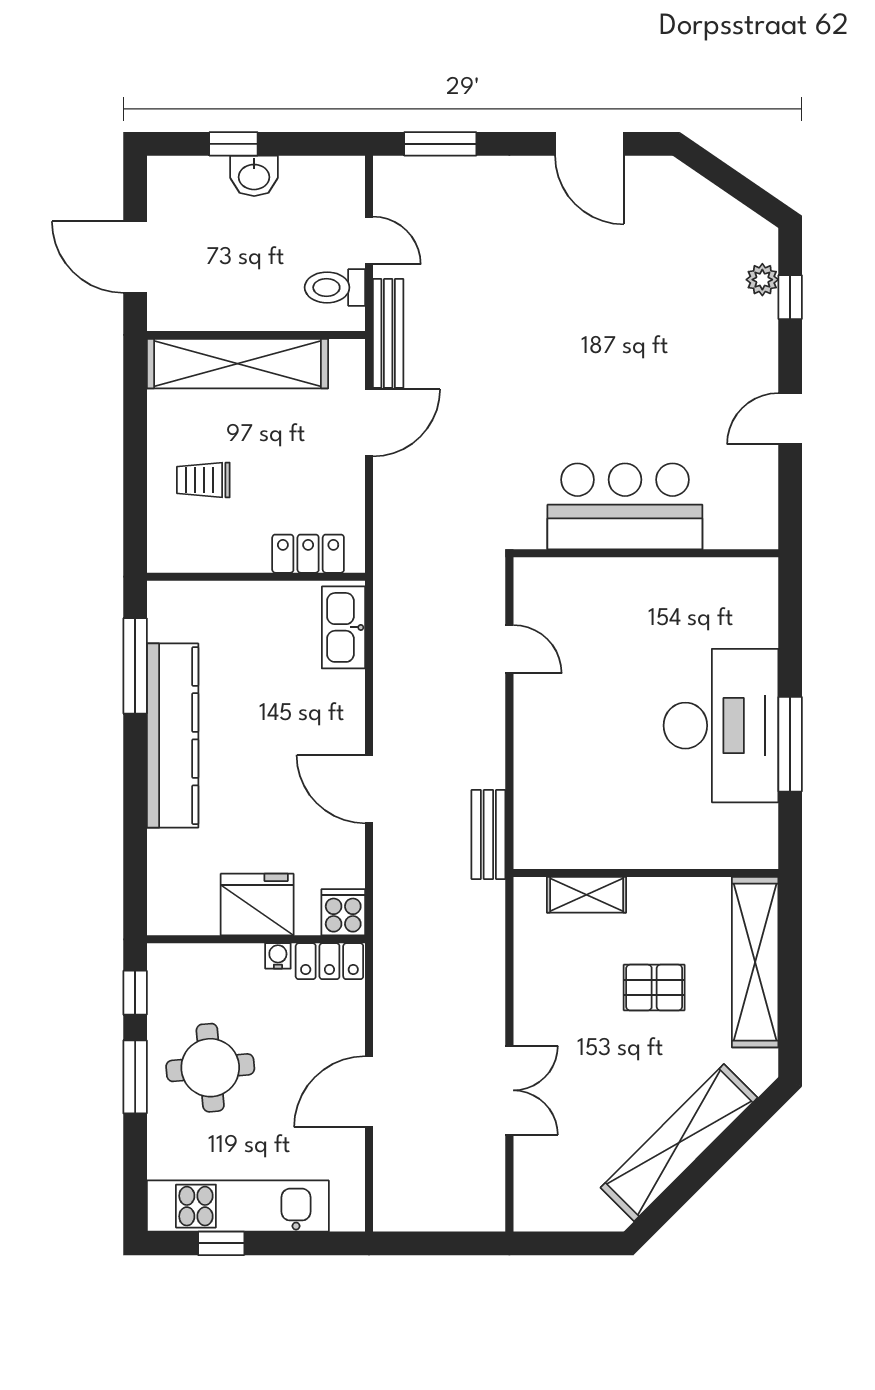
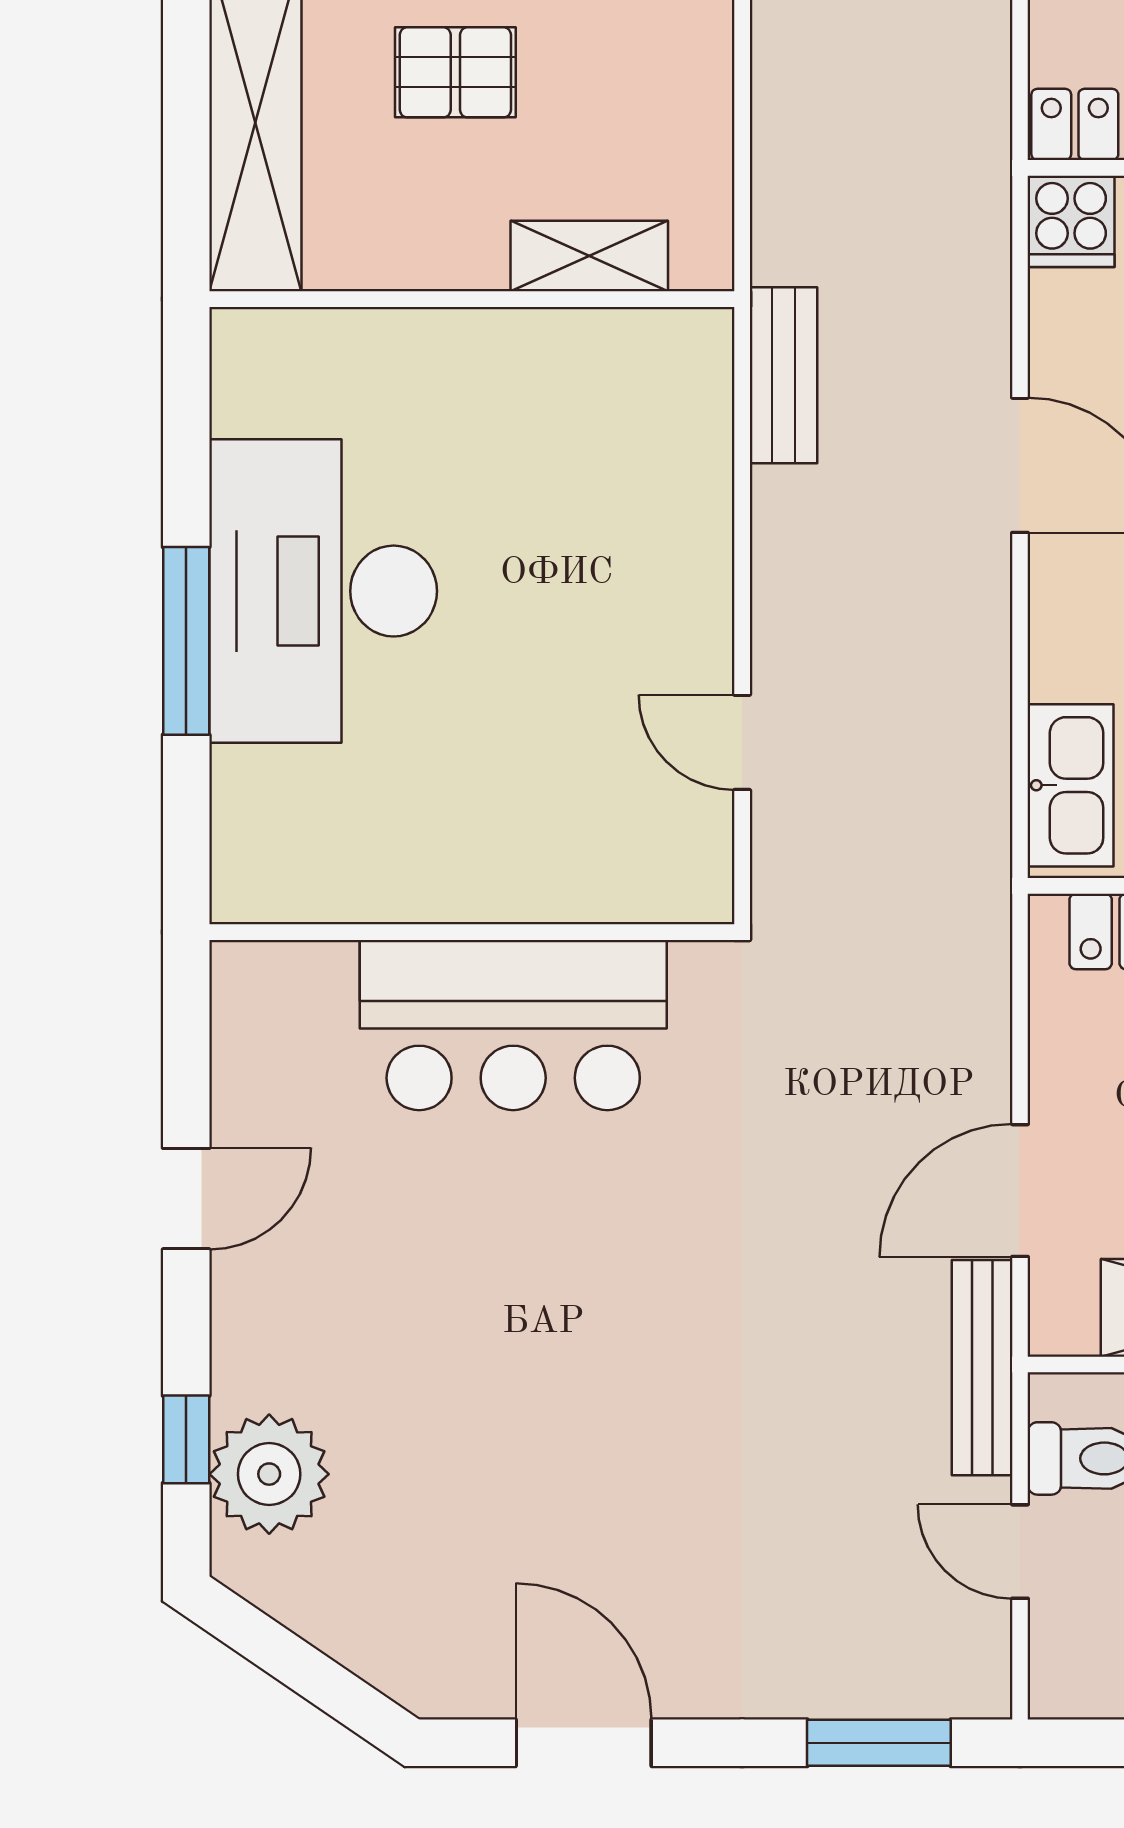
plant: (762, 280) -> (269, 1474), width x1.88, depth x1.88
window: (790, 744) -> (186, 641), moved

